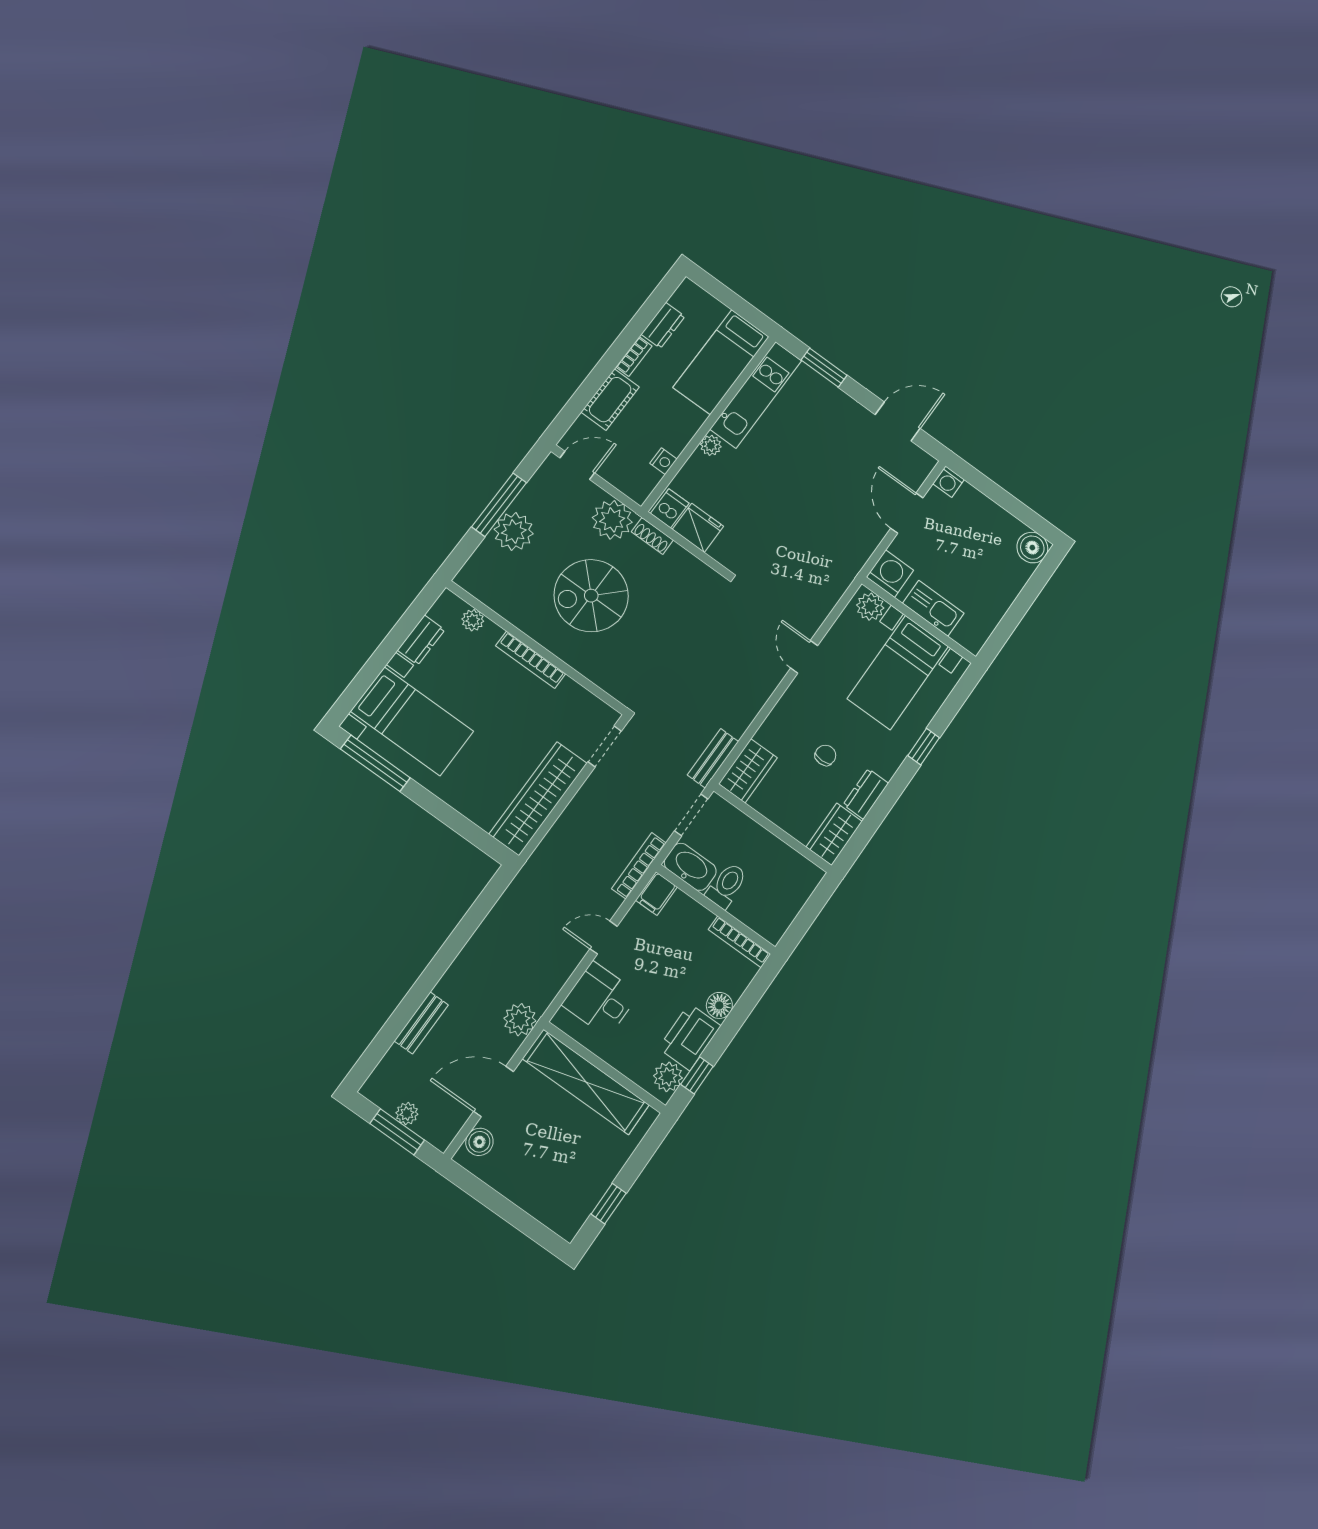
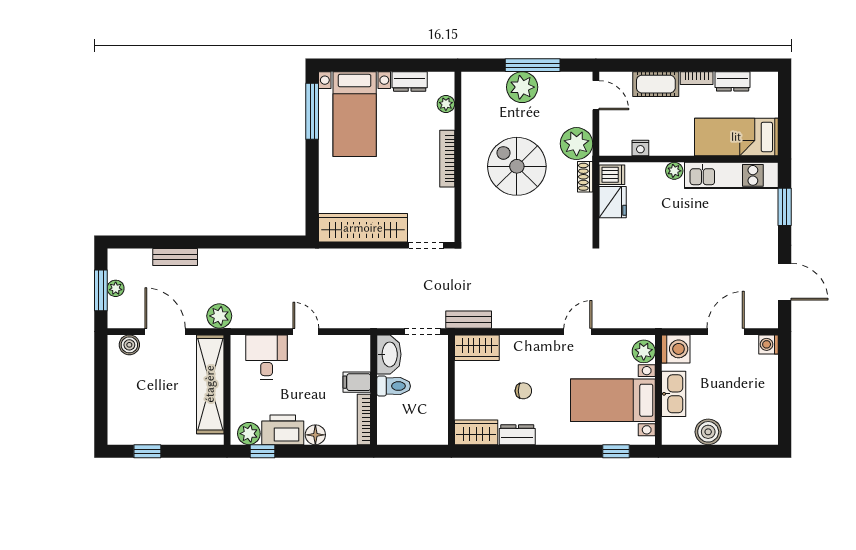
boiler: (1032, 548) -> (708, 432), moved
window: (924, 747) -> (616, 451), moved
bookcase: (639, 866) -> (366, 321), removed
filing cabinet: (656, 894) -> (357, 382), moved

